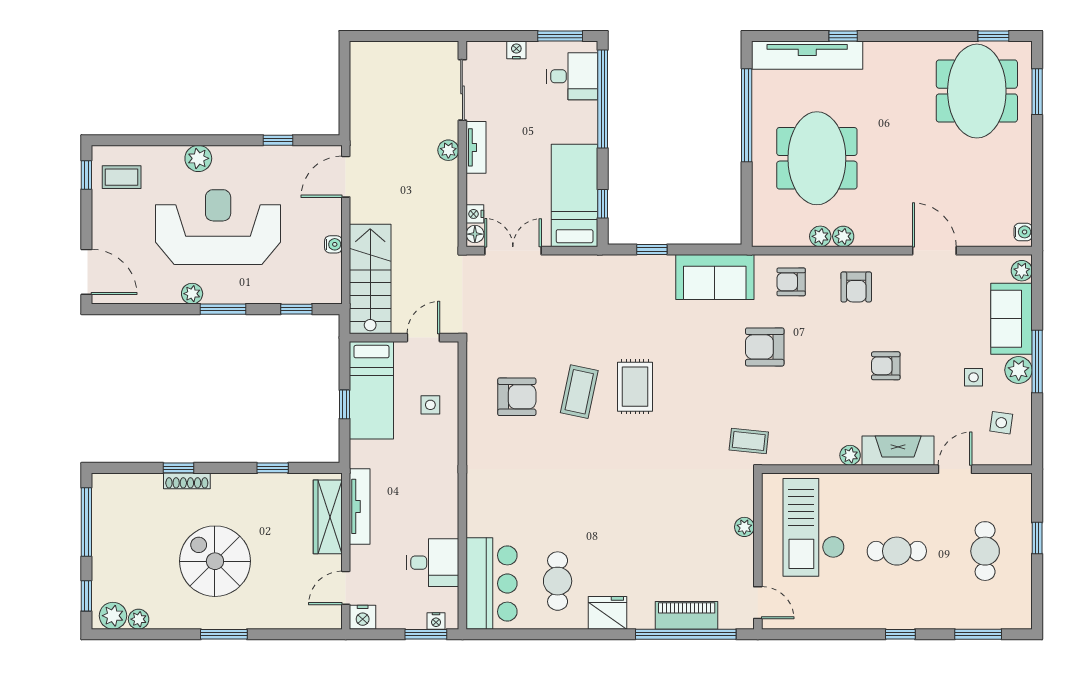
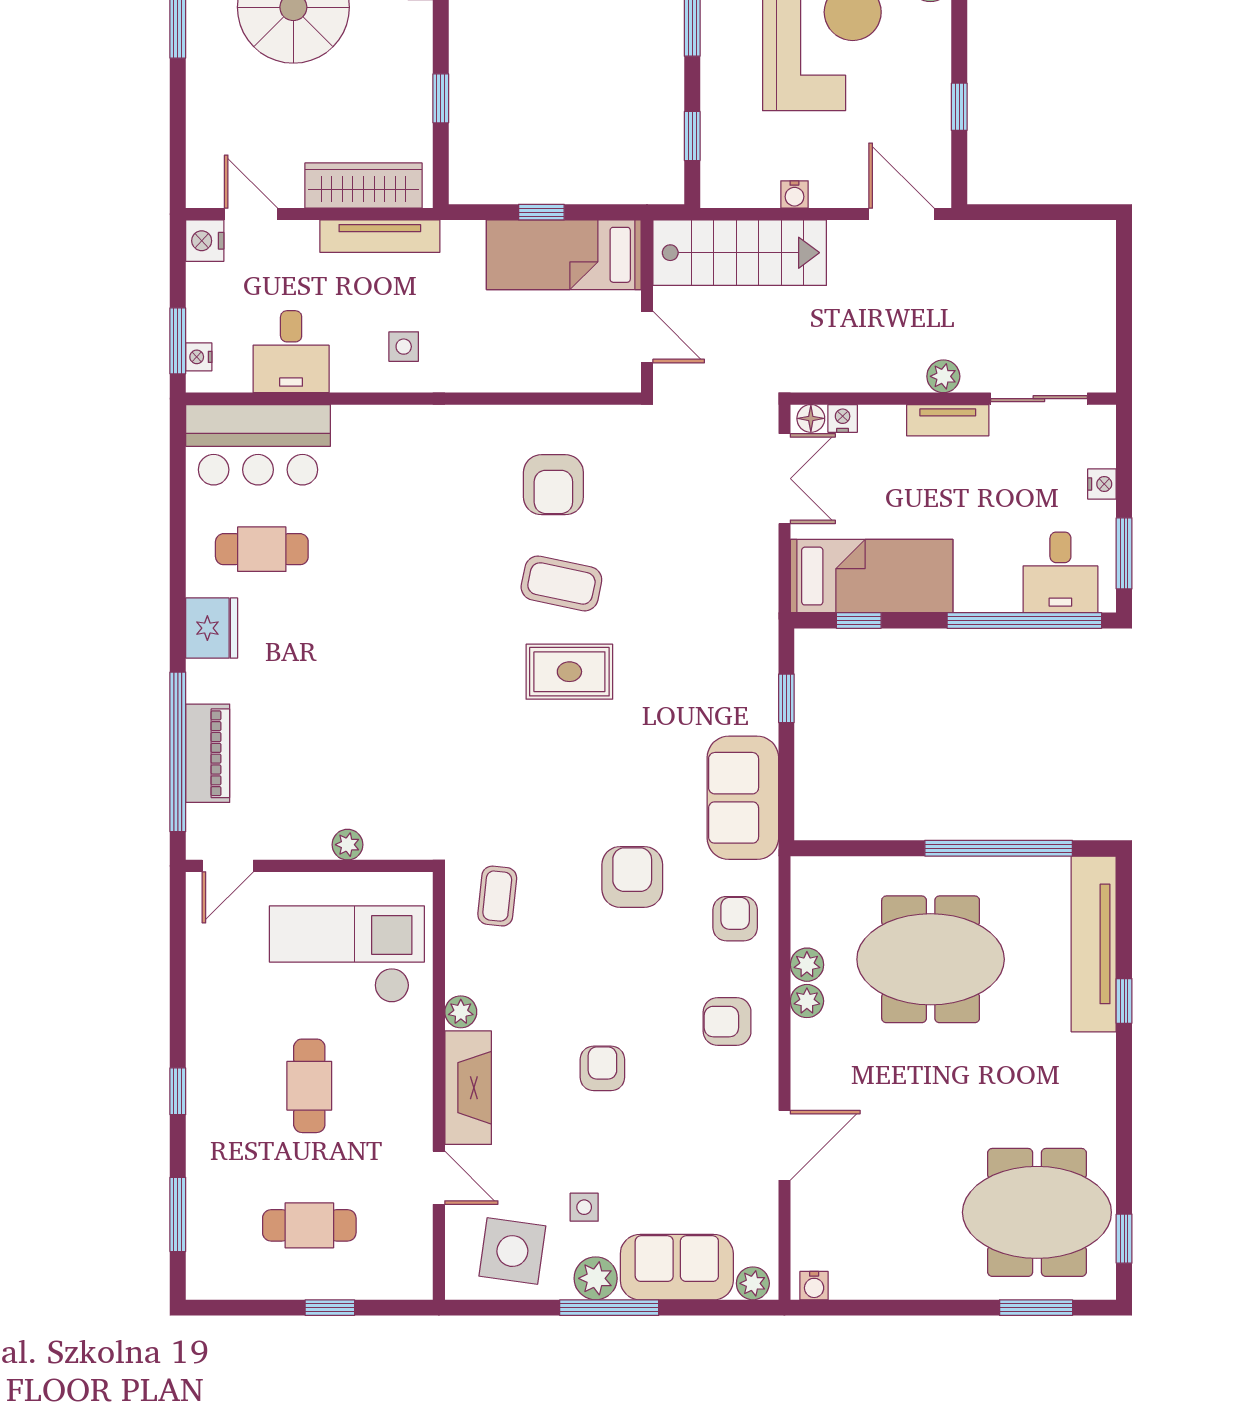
side table: (430, 405) -> (404, 347), moved
side table: (1001, 423) -> (512, 1251), width x1.87, depth x1.87
coffee table: (749, 441) -> (497, 896), moved

